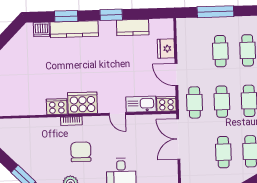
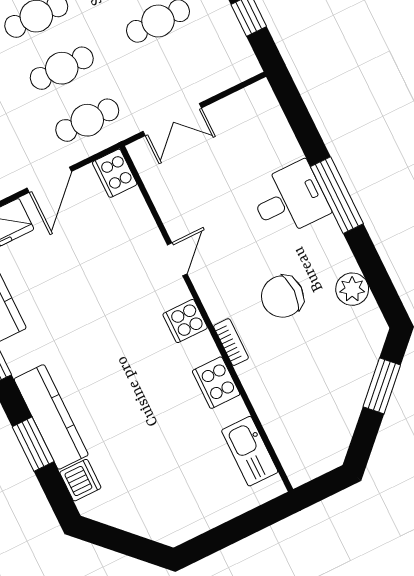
cooker: (82, 103) -> (185, 321), width x0.53, depth x0.76
kitchen sink: (141, 104) -> (250, 451), moved
double door: (178, 139) -> (172, 120), width x0.73

